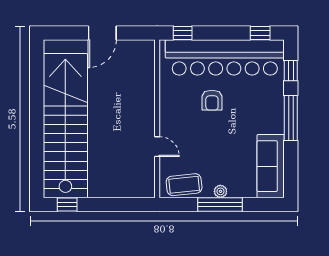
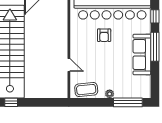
sofa: (271, 166) -> (142, 54), moved
window: (220, 205) -> (128, 102), moved

